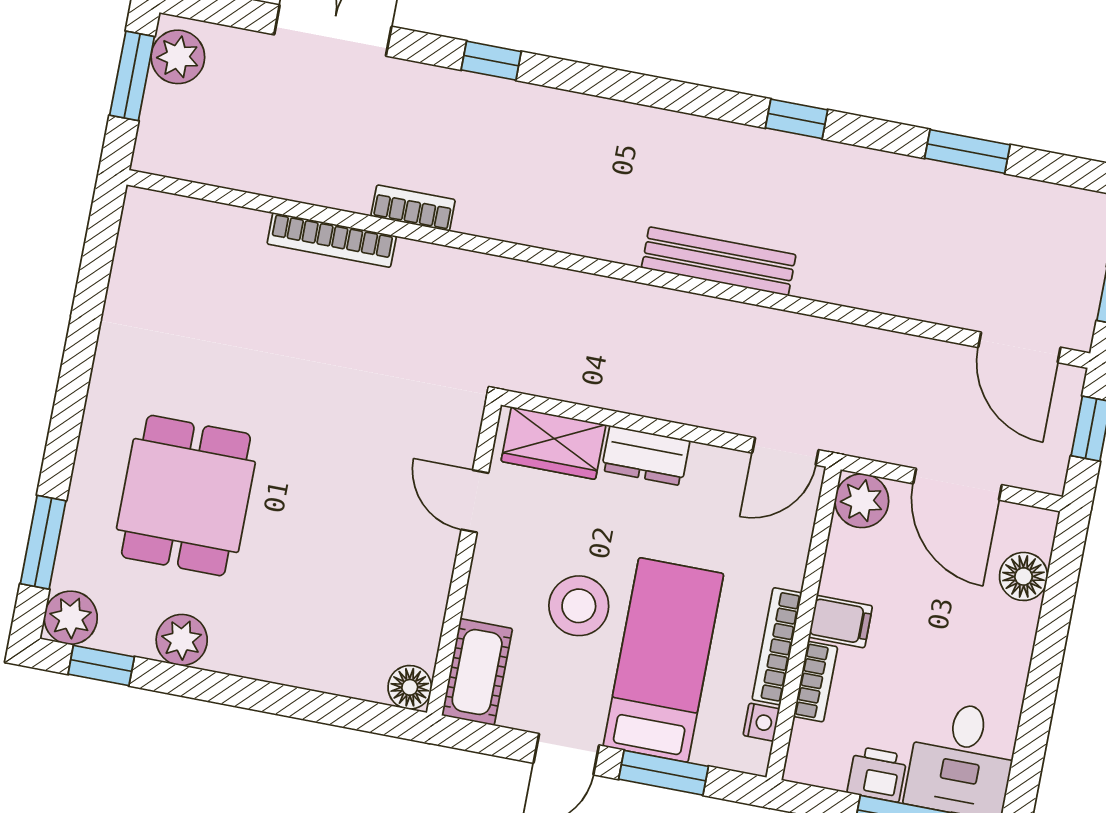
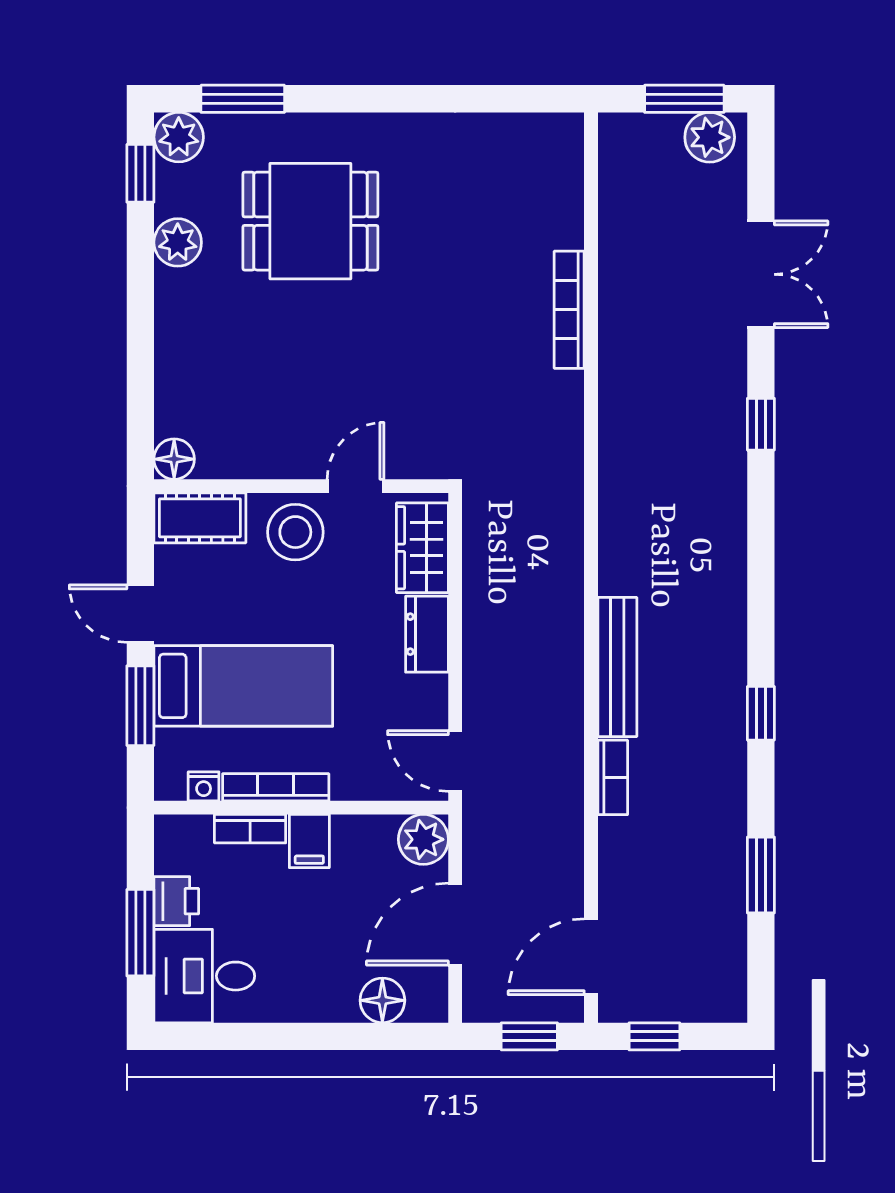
bookcase: (413, 208) -> (613, 777), moved
stool: (579, 606) -> (295, 532), moved

